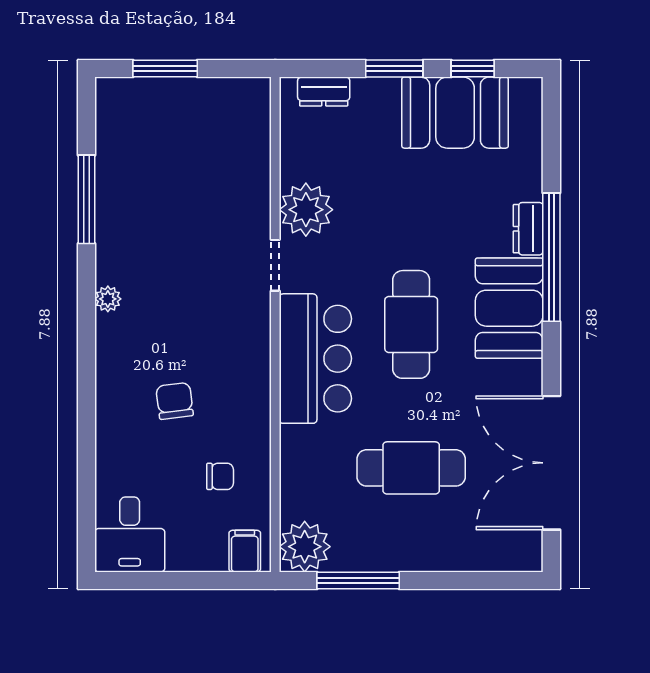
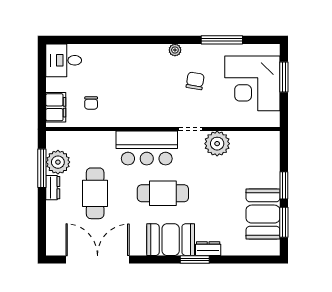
window: (473, 69) -> (284, 222), width x1.50
dresser: (324, 91) -> (53, 188), moved, turned 180
corner desk: (179, 135) -> (252, 83), added
window: (551, 257) -> (195, 260), width x0.47
chair: (175, 401) -> (195, 81), moved, turned -73
plant: (305, 547) -> (58, 162), moved
filing cabinet: (245, 551) -> (56, 107), width x2.00

